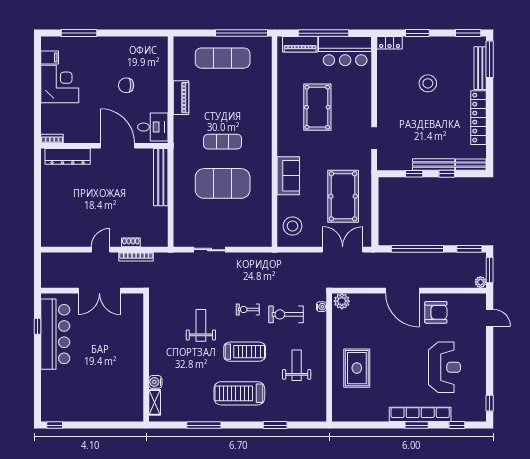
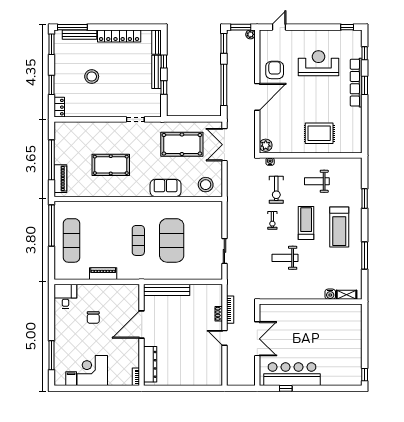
bar counter: (345, 51) -> (66, 143), removed
desk: (153, 127) -> (65, 296), moved

